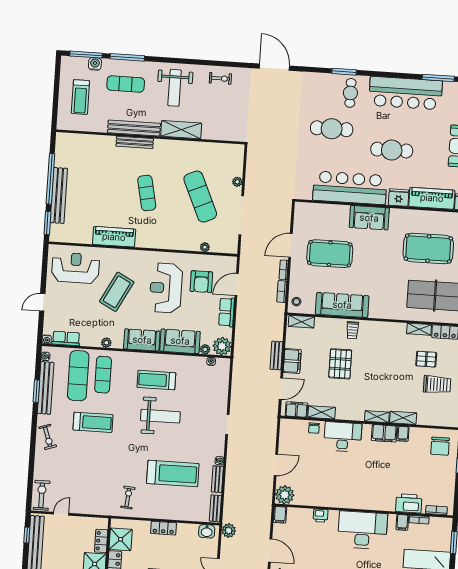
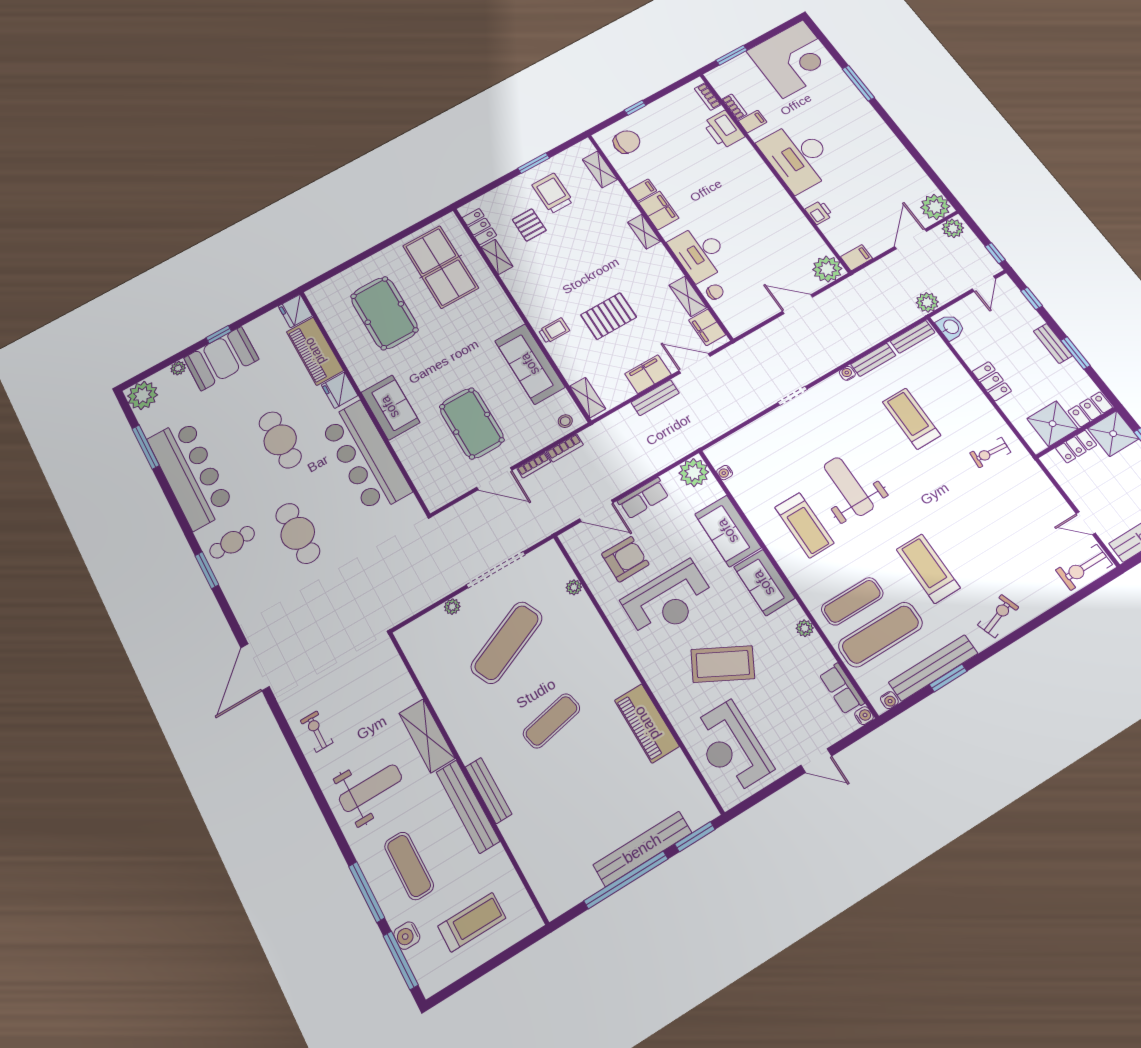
plant: (205, 349) -> (714, 491), removed
shelving: (403, 418) -> (600, 169), moved
treadmill: (173, 474) -> (911, 419), width x0.73, depth x0.73

